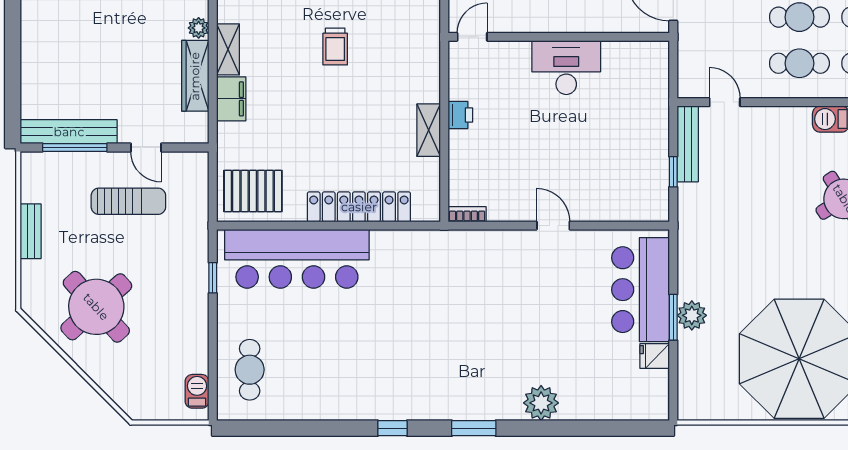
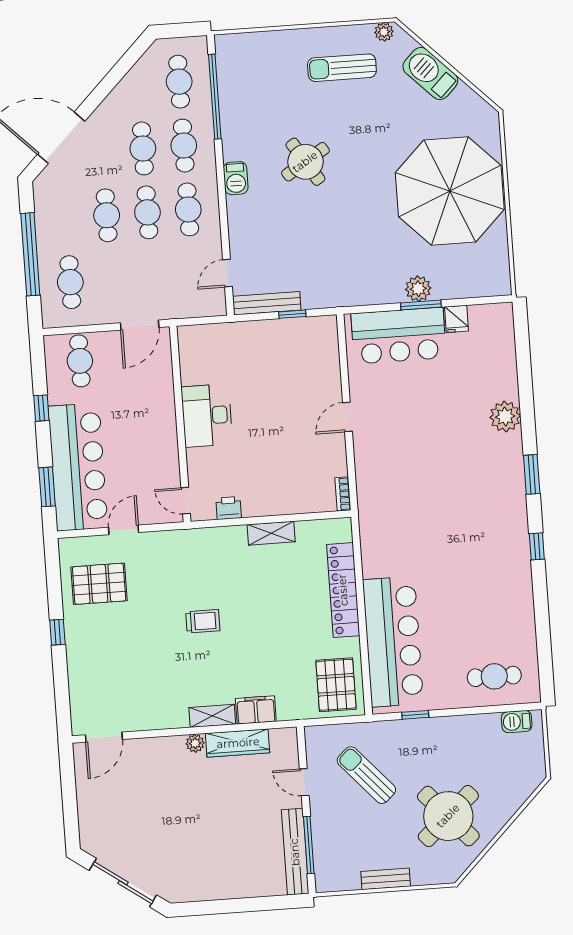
printer: (460, 115) -> (229, 508), moved
door: (146, 148) -> (304, 782), swing flipped
sun lounger: (128, 201) -> (366, 775), moved, turned -42

